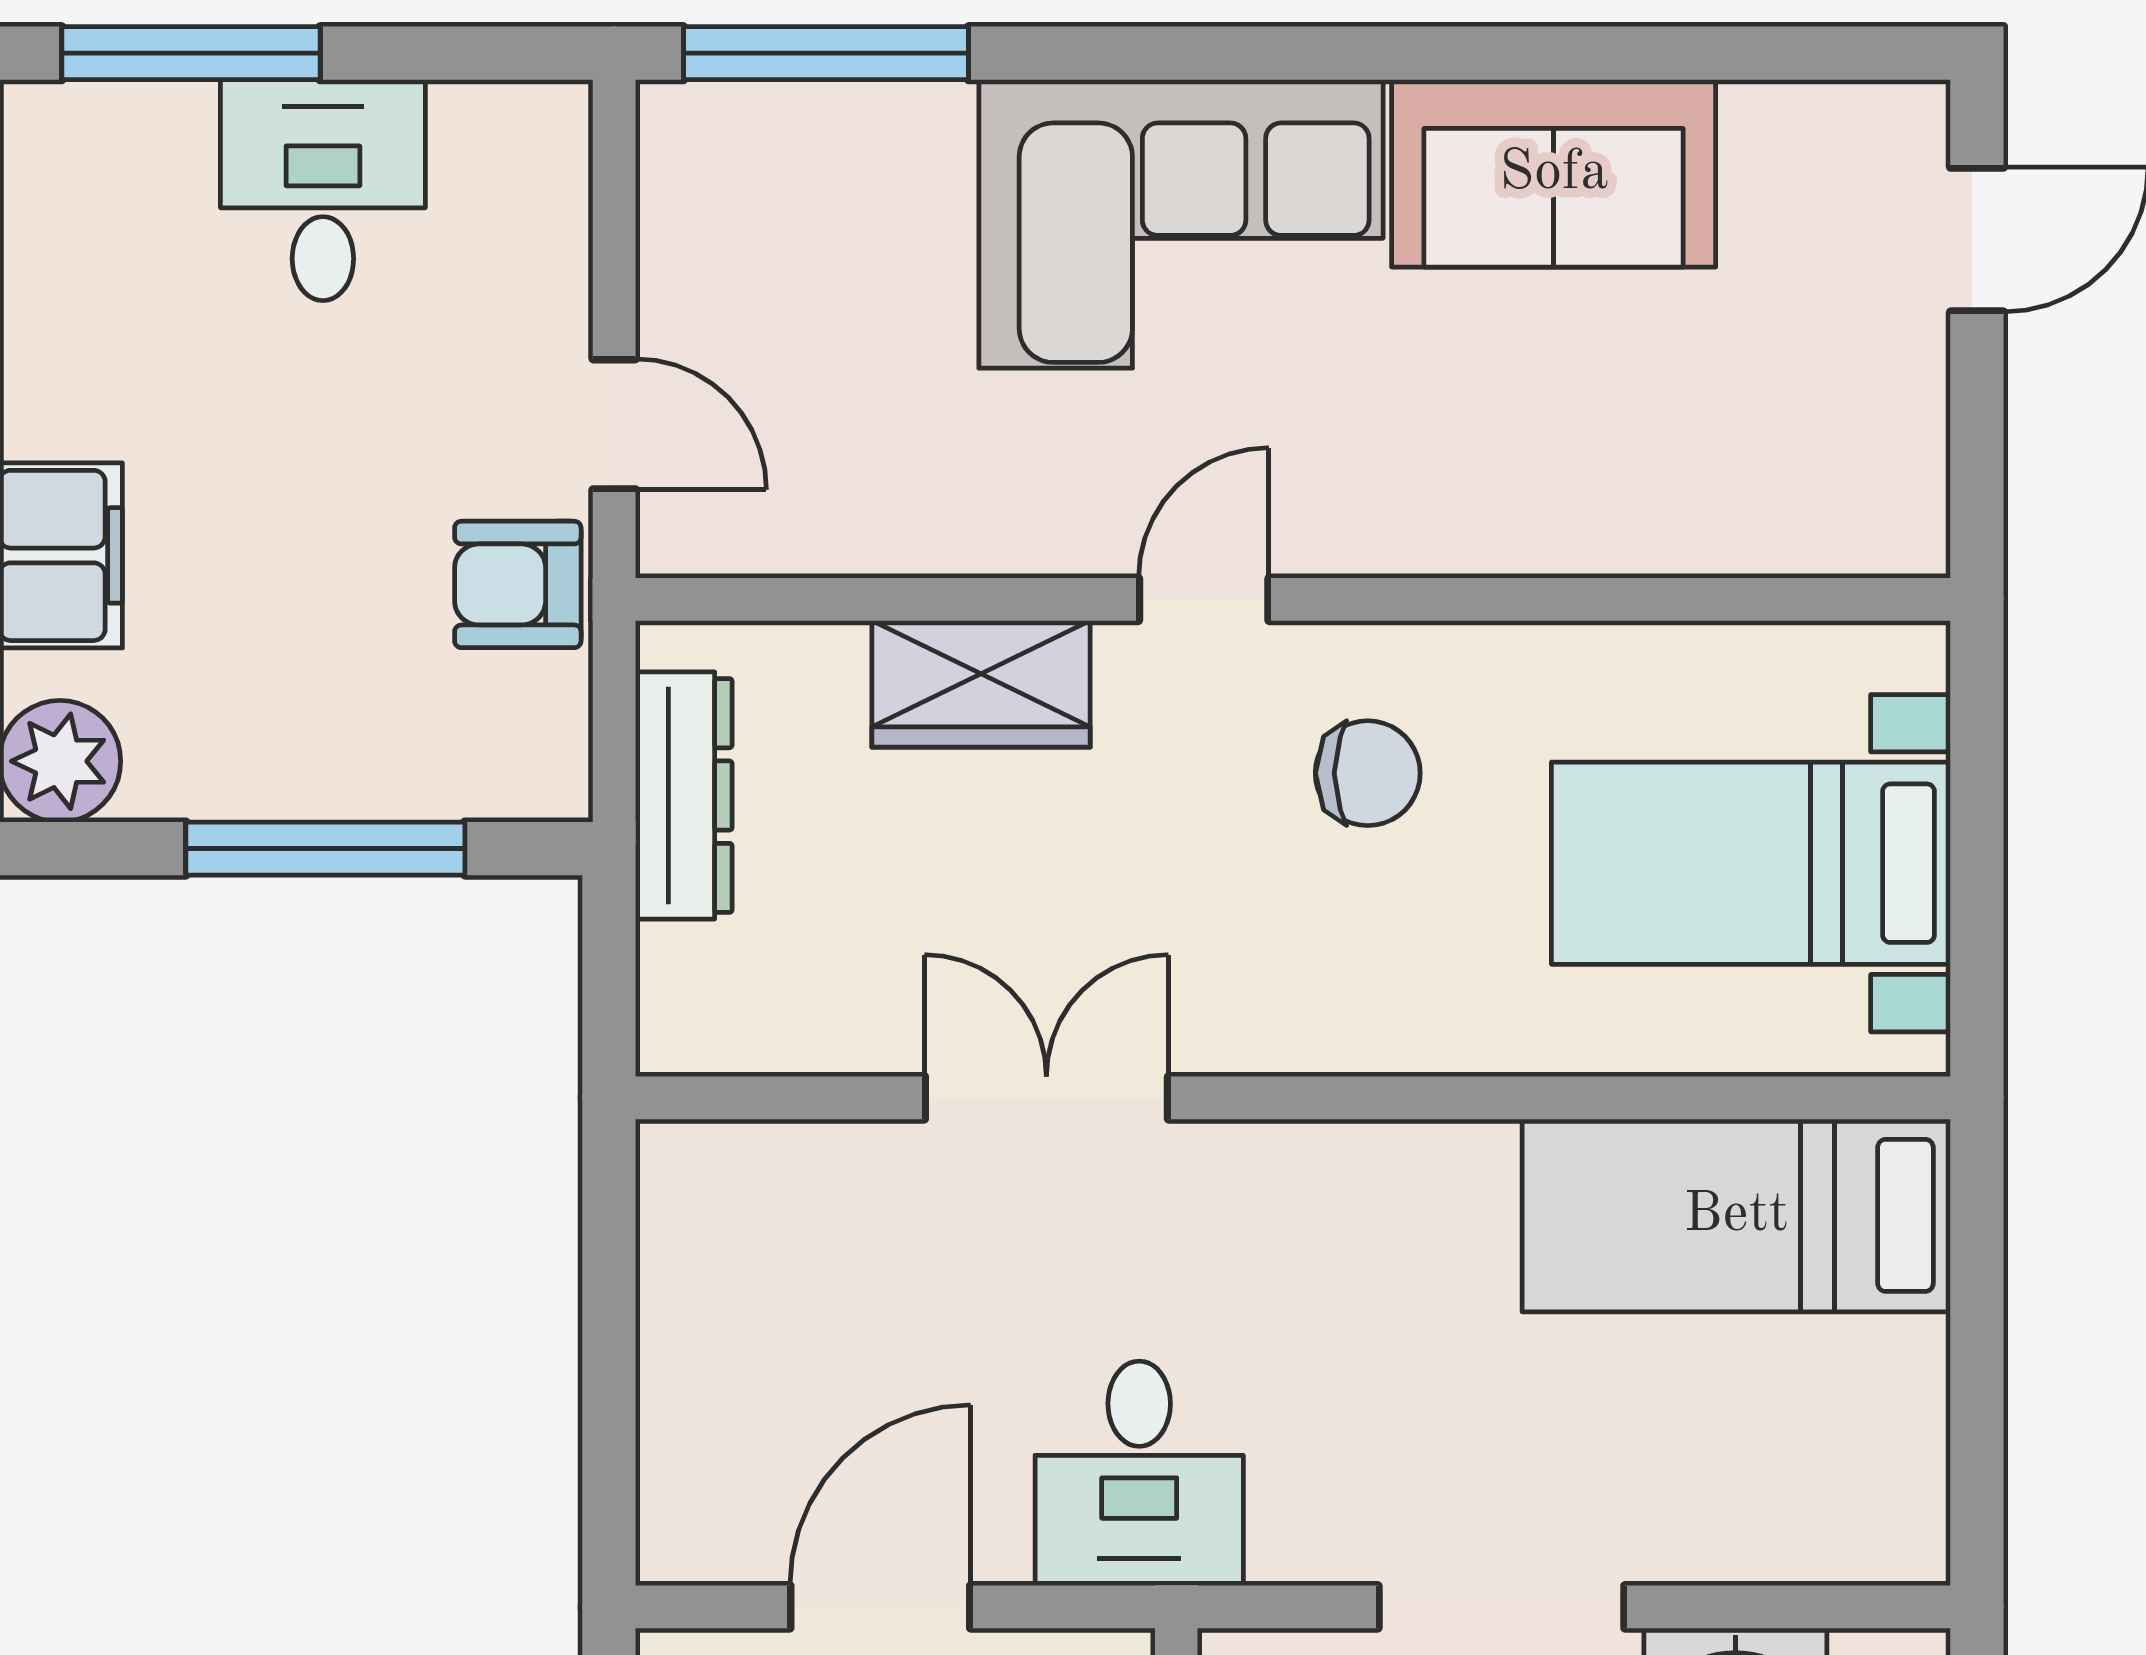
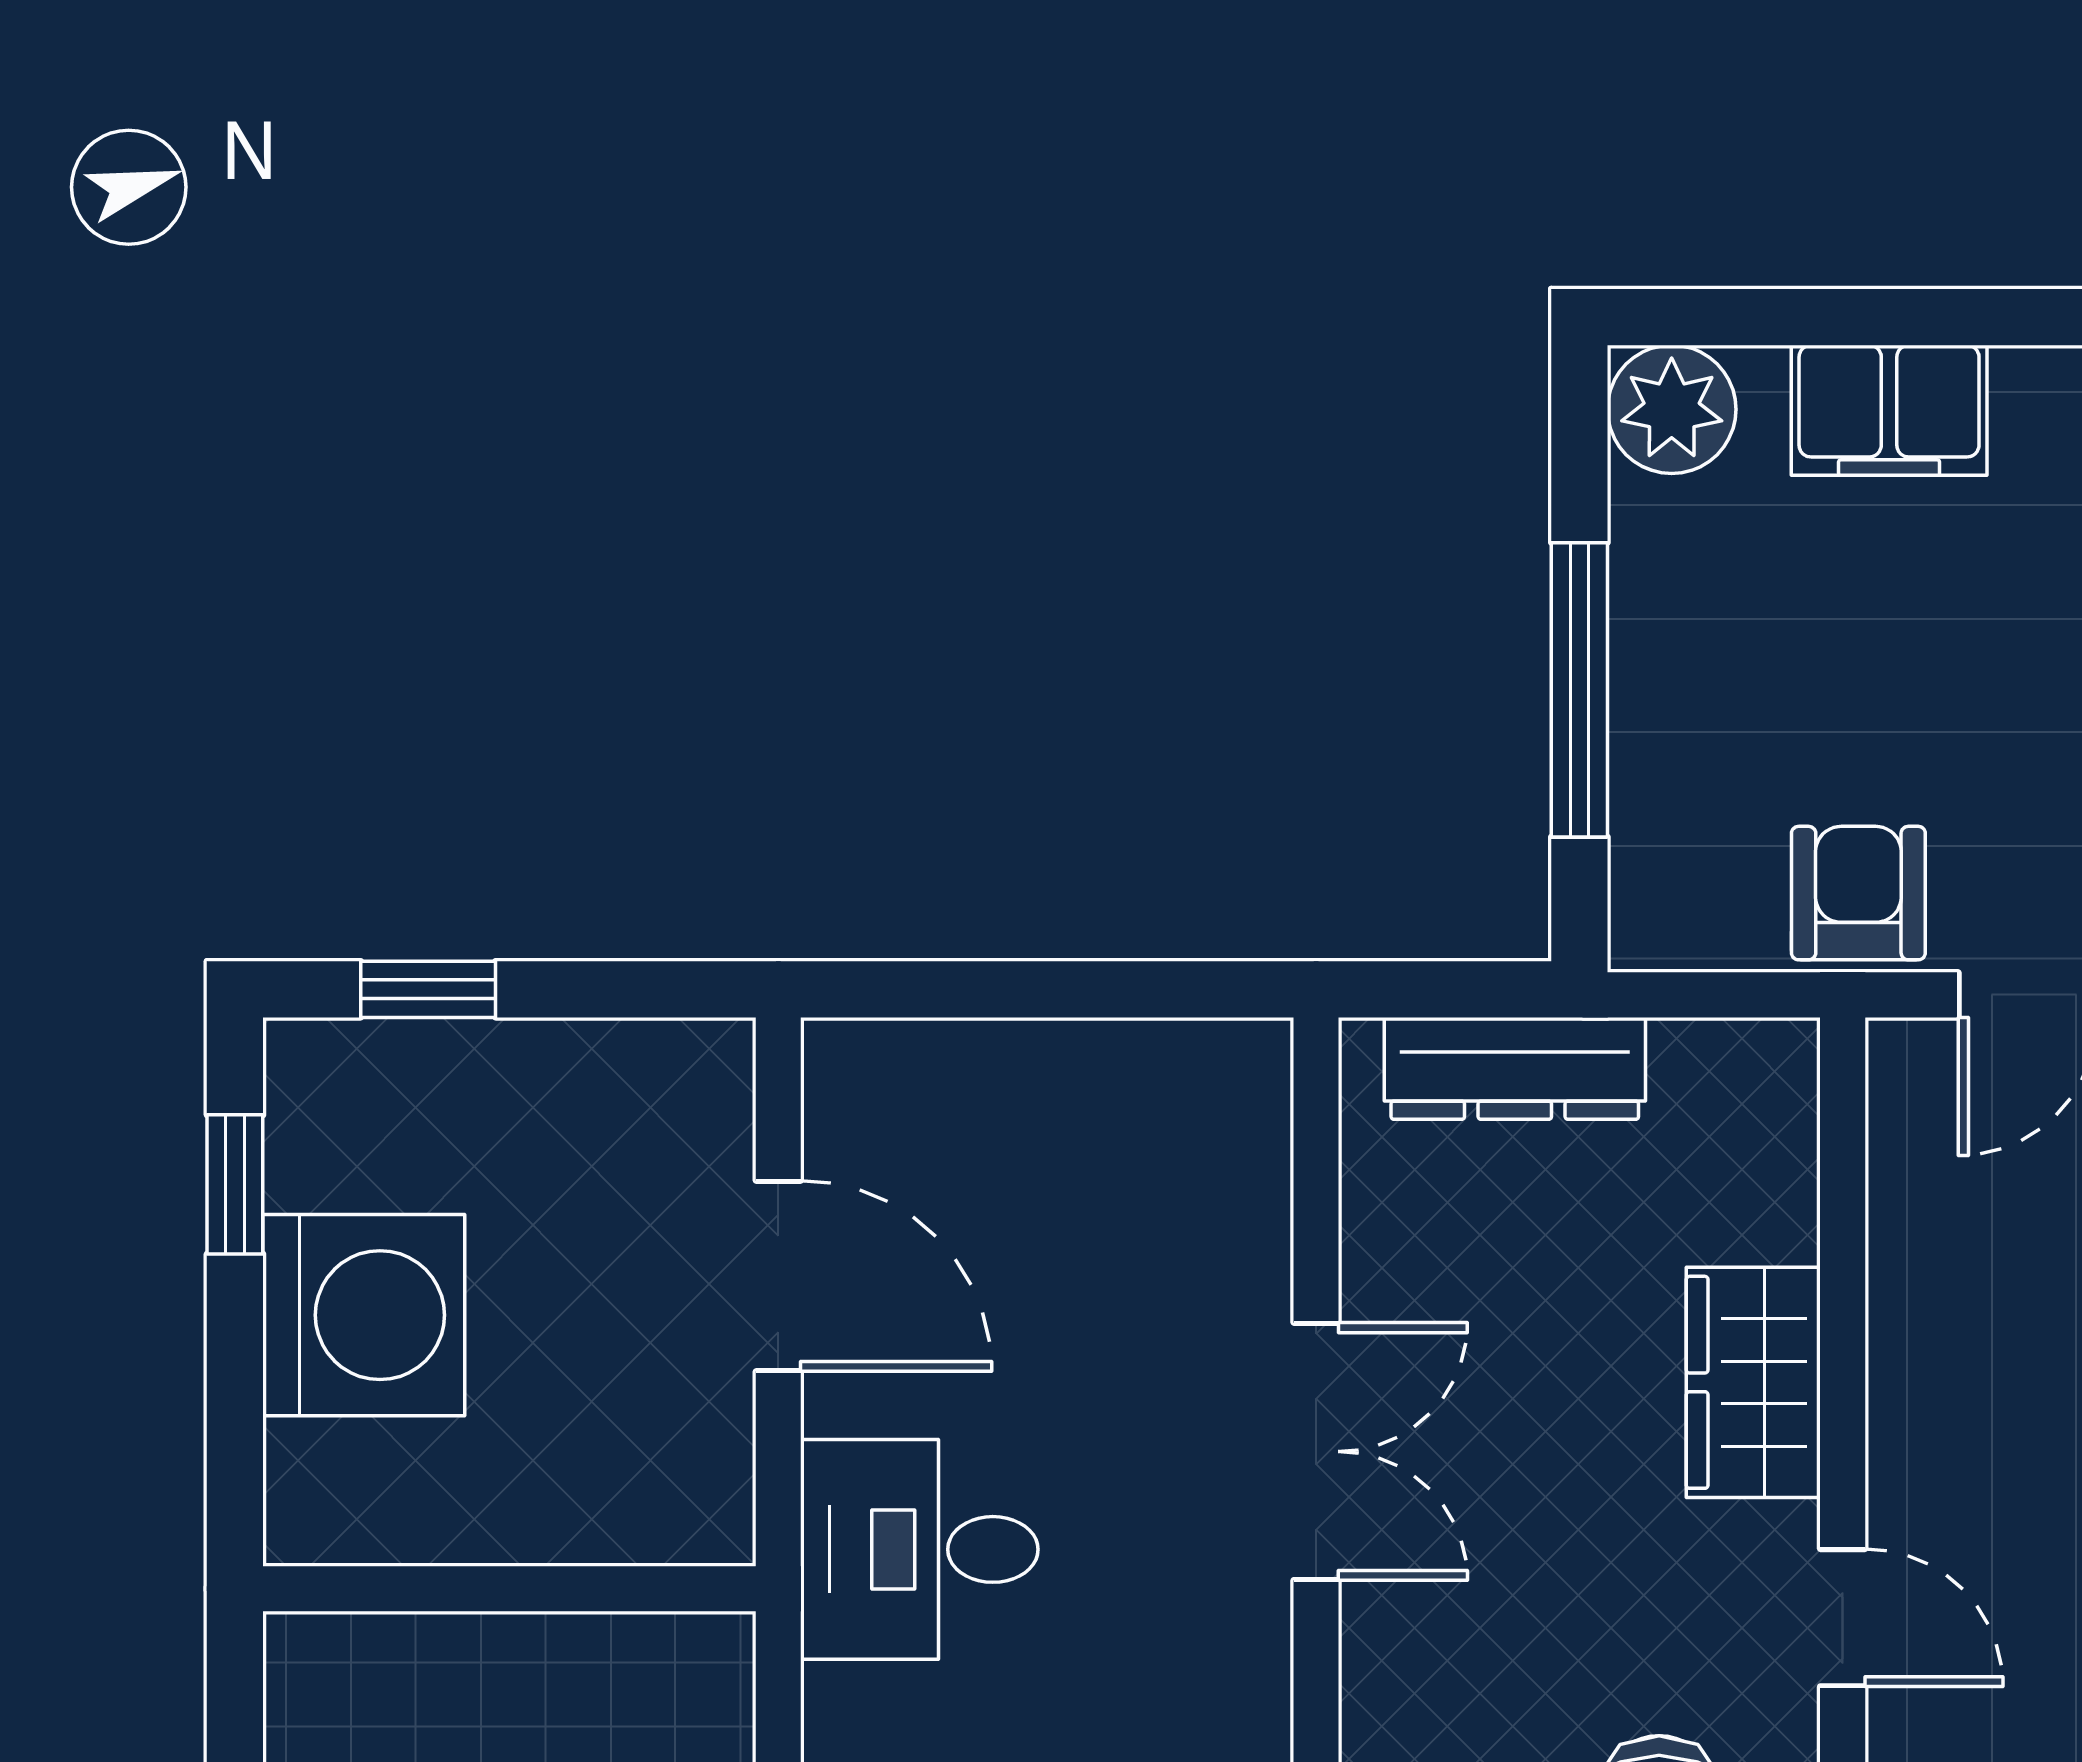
dresser: (684, 796) -> (1515, 1068), moved

